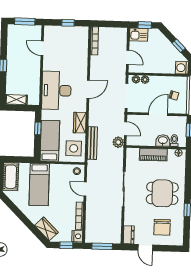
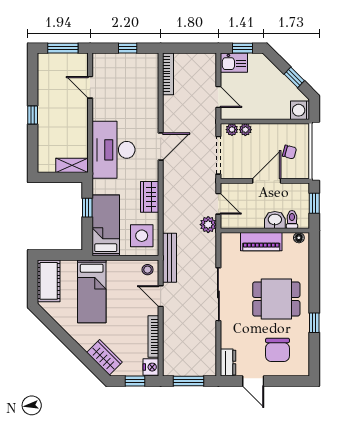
shelving: (16, 100) -> (72, 165), moved
bench: (92, 143) -> (169, 258), moved

